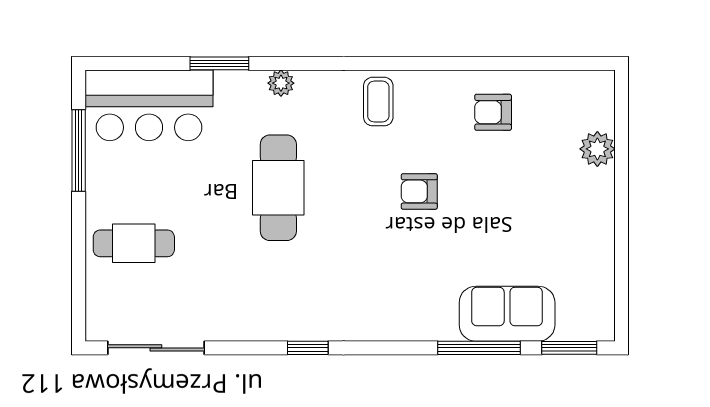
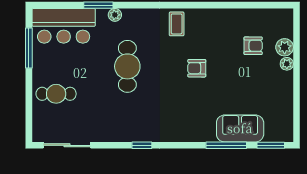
plant: (281, 83) -> (115, 15), moved
armchair: (493, 112) -> (253, 46), moved, turned 180
plant: (602, 182) -> (287, 64), added

